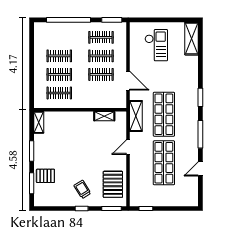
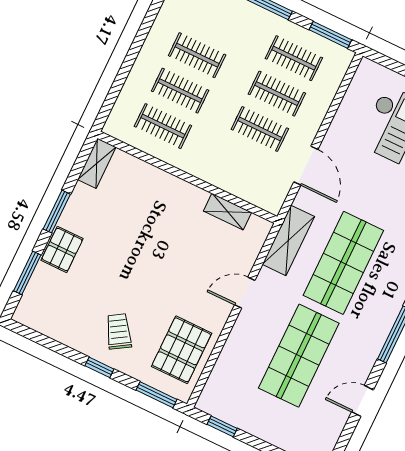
pallet: (45, 176) -> (62, 249), moved, turned 90

